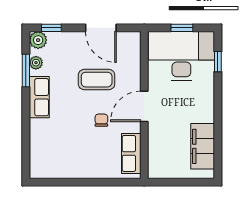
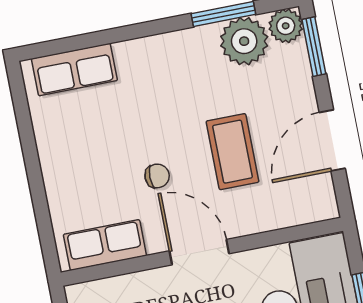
window: (51, 28) -> (314, 47), width x1.50
plant: (36, 63) -> (244, 41), width x1.87, depth x1.87
row of seats: (39, 97) -> (74, 70), moved

